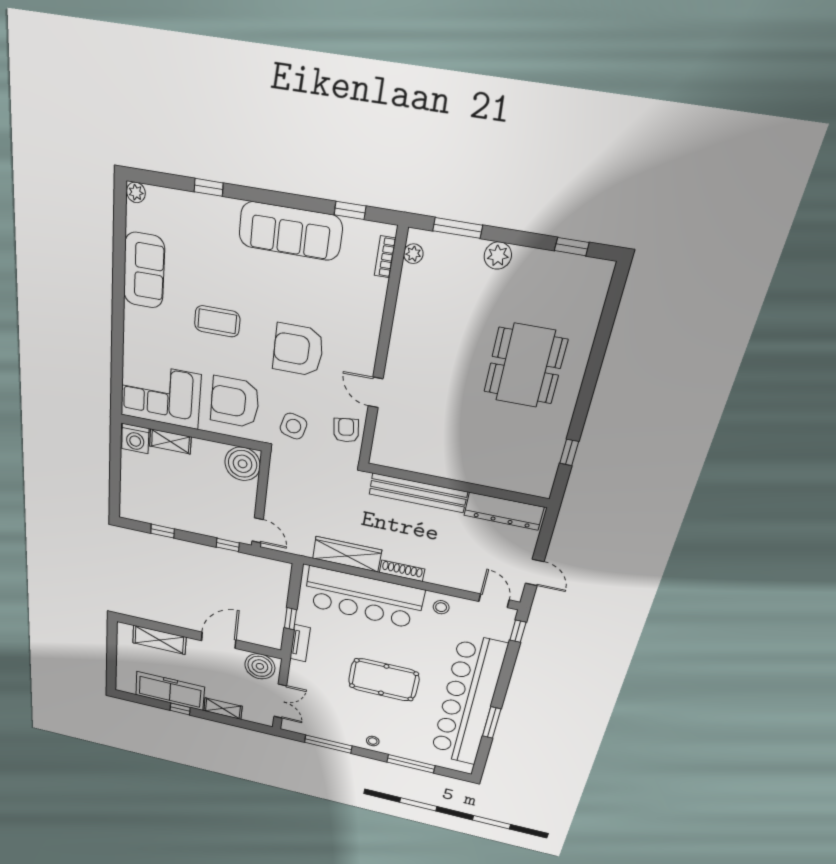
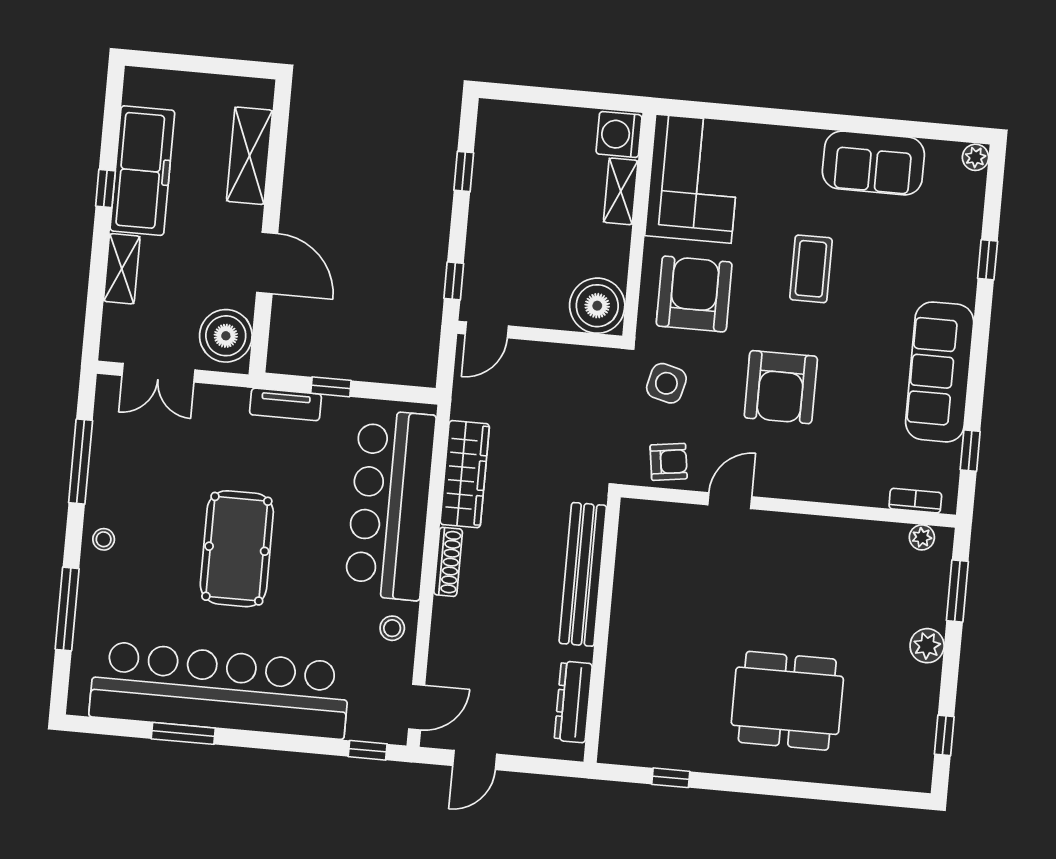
armchair: (298, 350) -> (781, 387), turned 180
dresser: (504, 511) -> (573, 702), width x0.73, depth x0.80

